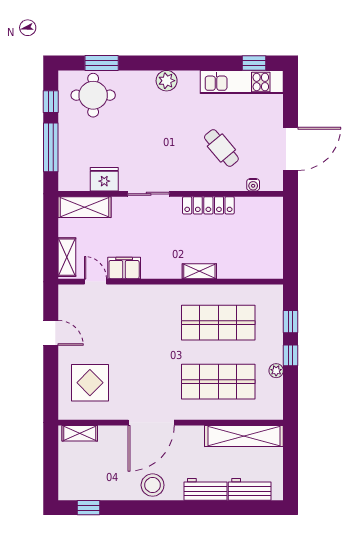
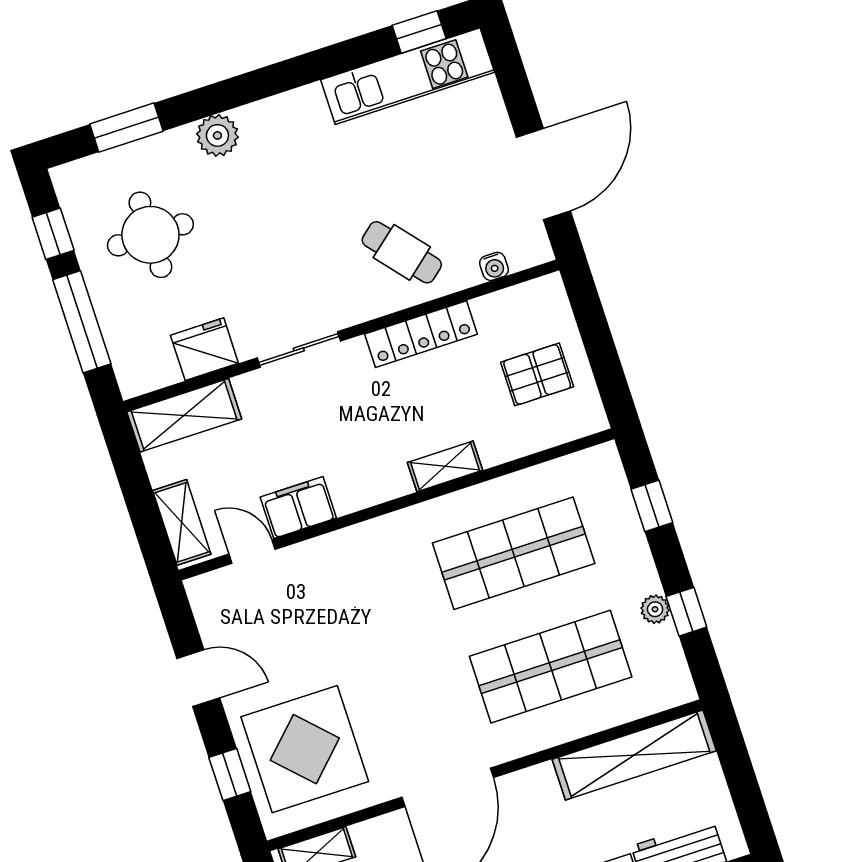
plant: (167, 81) -> (217, 135), moved
round table: (93, 95) -> (150, 235), moved
cafe table: (221, 148) -> (402, 252), moved
pallet: (257, 242) -> (537, 374), added
window: (291, 355) -> (686, 612), moved
window: (51, 383) -> (230, 774), added
display table: (90, 383) -> (305, 749), width x1.36, depth x1.36

